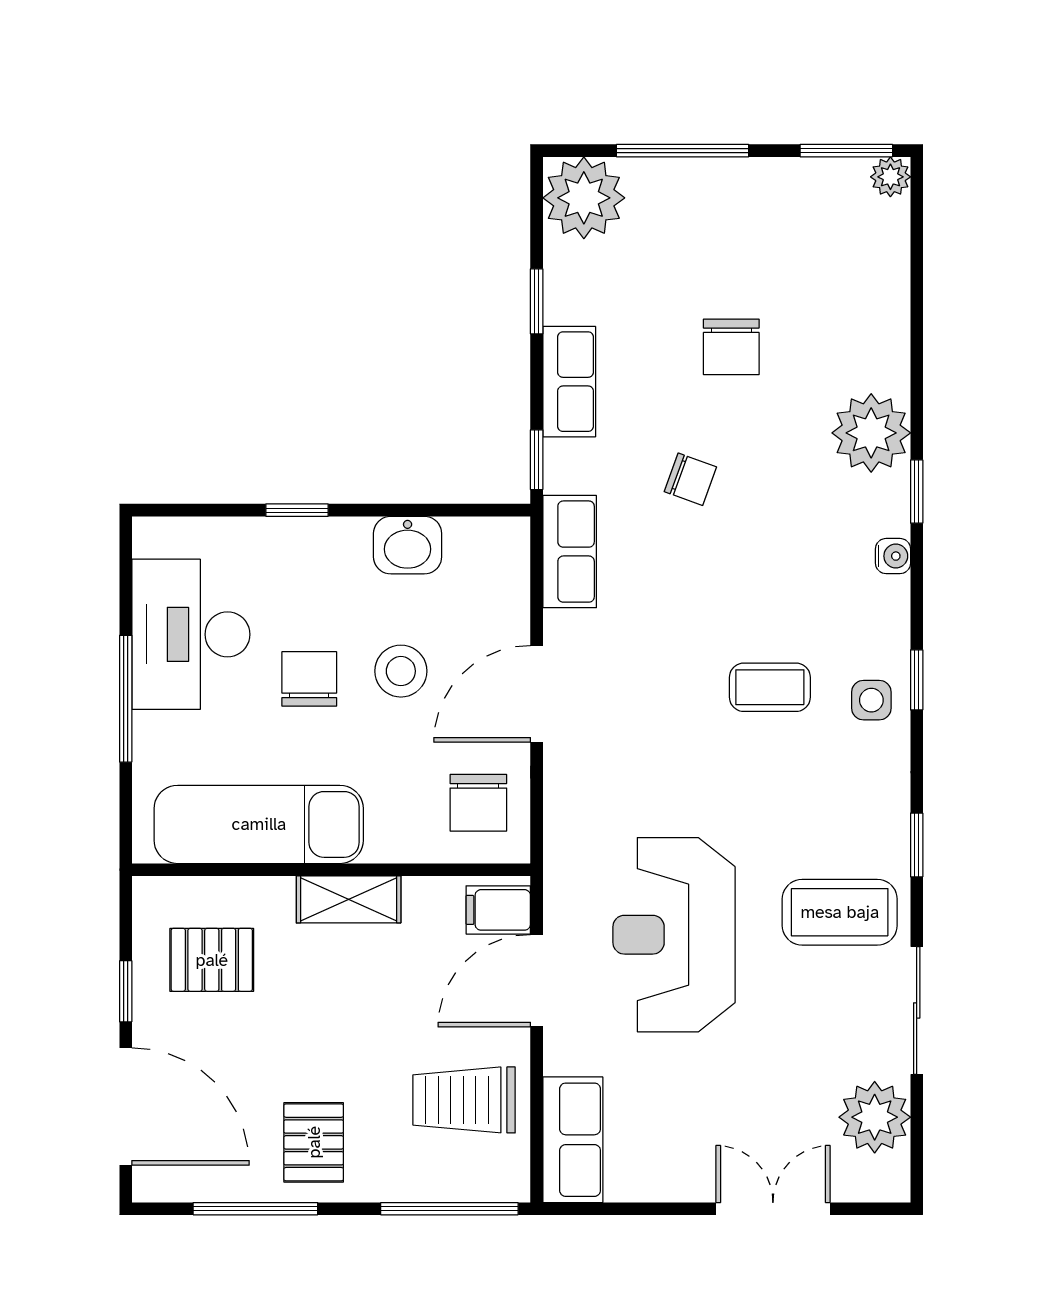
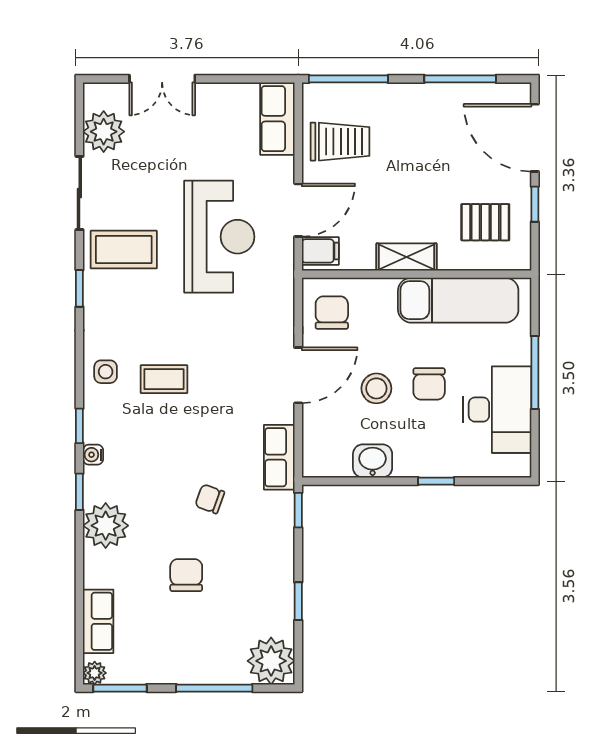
row of seats: (569, 382) -> (98, 621), moved, turned 180
window: (917, 680) -> (79, 426), moved
pallet: (314, 1142) -> (427, 117), removed

